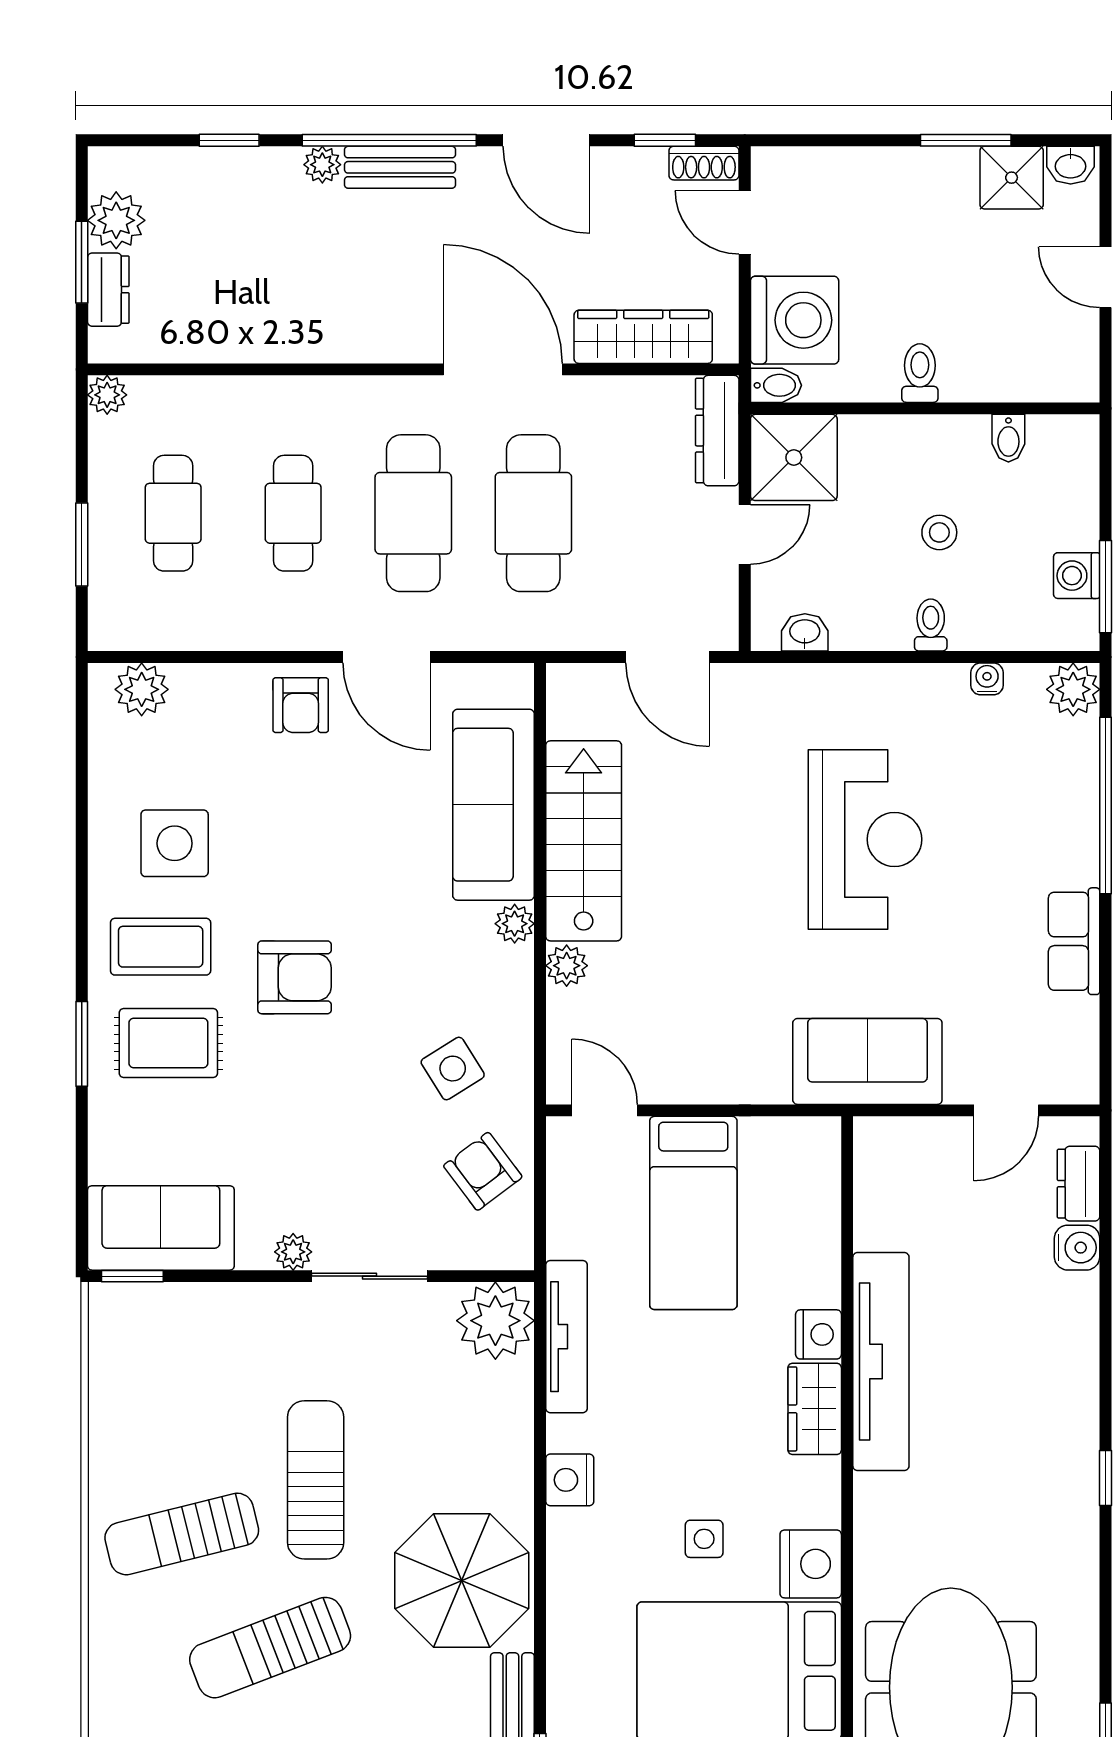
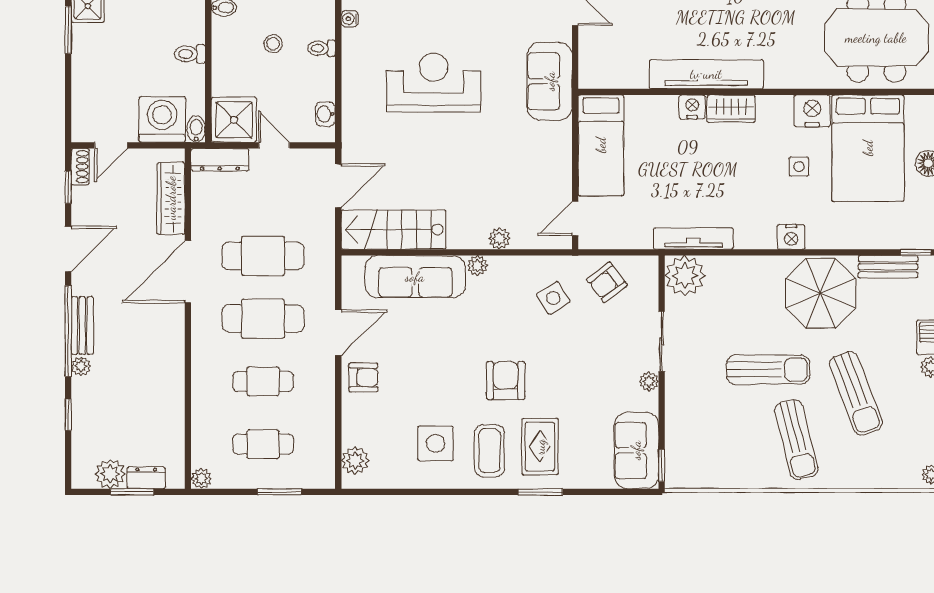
stairs: (584, 841) -> (394, 230), moved
bed: (693, 1213) -> (601, 145), moved, turned 90
sun lounger: (316, 1480) -> (768, 370), turned 180
nightstand: (570, 1480) -> (791, 237), moved

